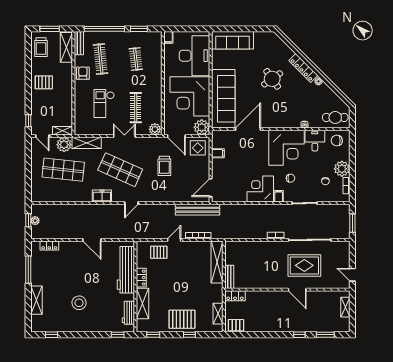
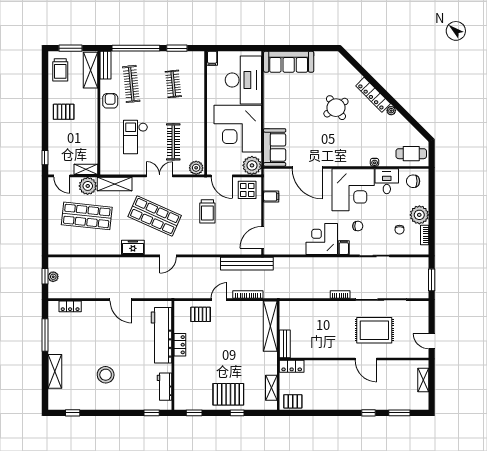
sofa: (223, 99) -> (275, 147), width x0.54, depth x0.79
door: (248, 129) -> (307, 167), swing flipped
shelving: (143, 303) -> (181, 376), removed

